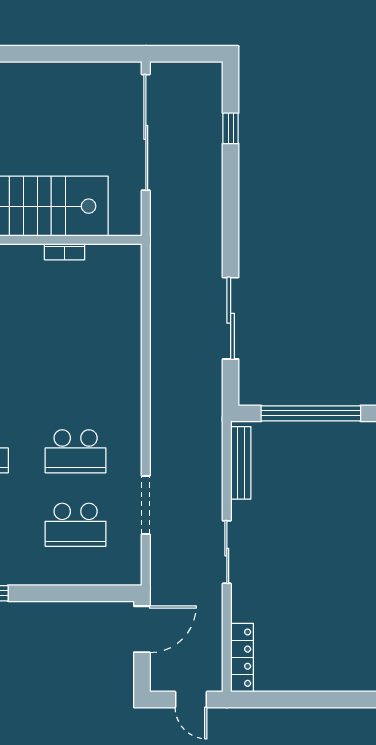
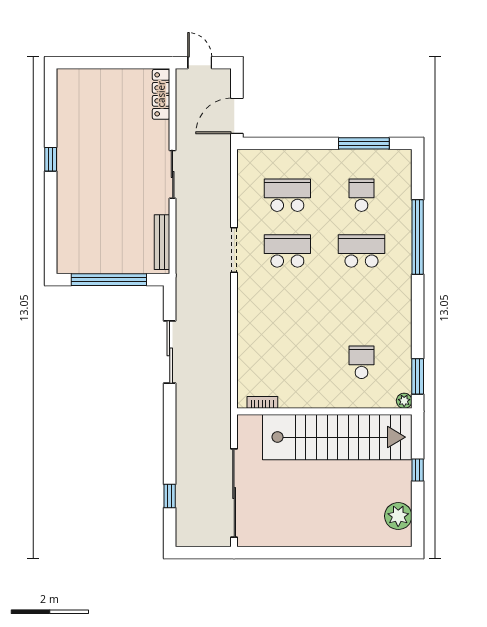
bookcase: (64, 252) -> (262, 402), moved
doorway: (146, 505) -> (234, 250), moved

